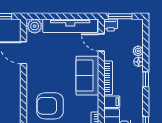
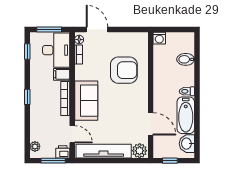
plant: (138, 51) -> (35, 146), moved
floor lamp: (139, 62) -> (35, 115), removed

